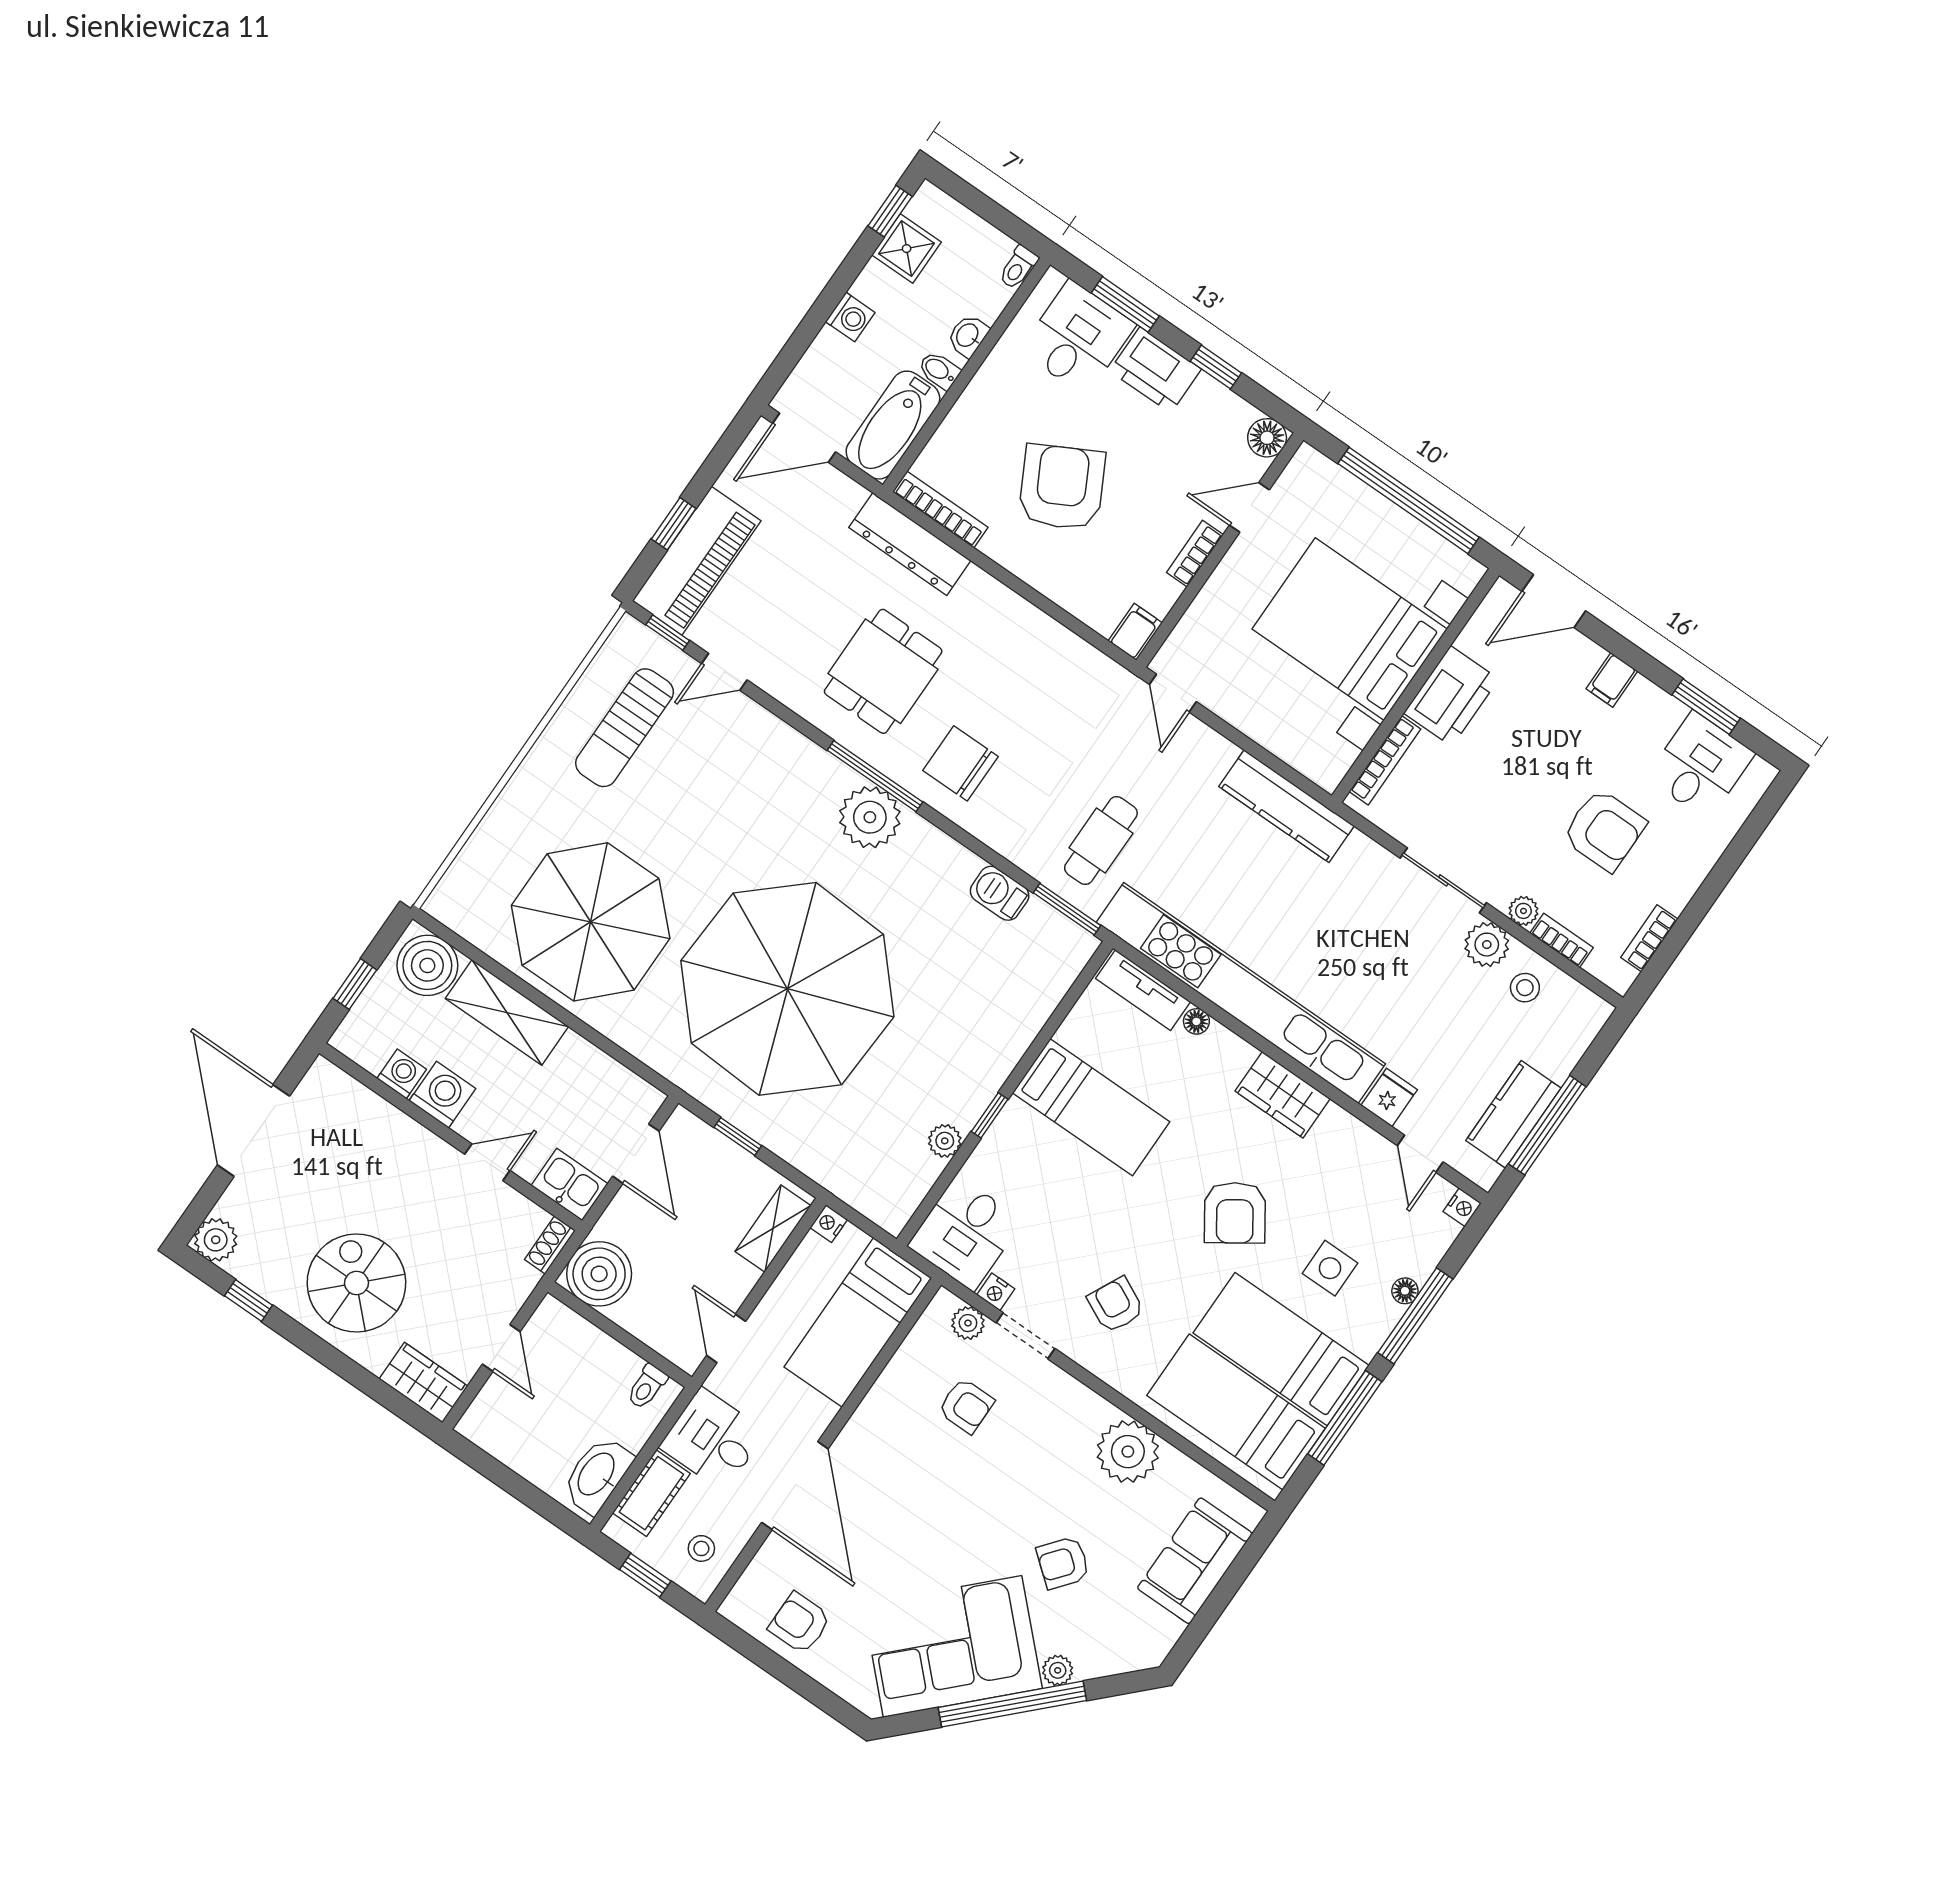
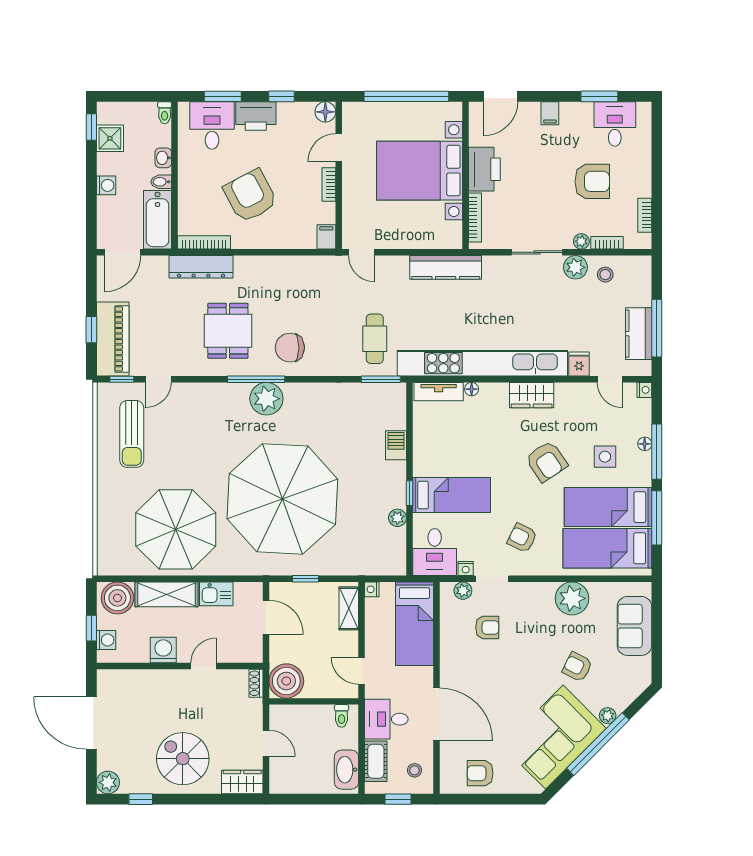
barbecue: (1000, 893) -> (396, 445), moved, turned 90
washing machine: (402, 1074) -> (106, 640), moved, turned 90
bed: (1091, 1107) -> (451, 495), moved
kitchen sink: (569, 1185) -> (216, 594), moved, turned 180
armchair: (1063, 1563) -> (577, 667), turned 78

